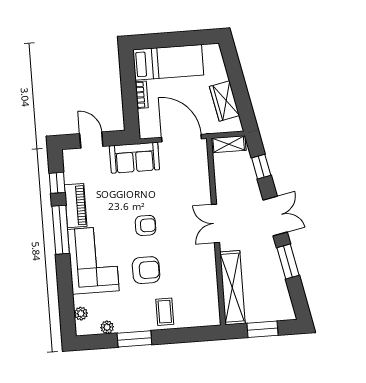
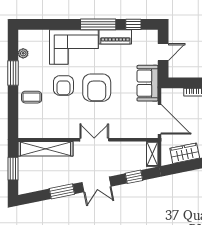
door: (181, 138) -> (159, 119), hinge flipped
armchair: (146, 225) -> (97, 88), width x1.88, depth x1.88
plant: (81, 314) -> (35, 35), removed

